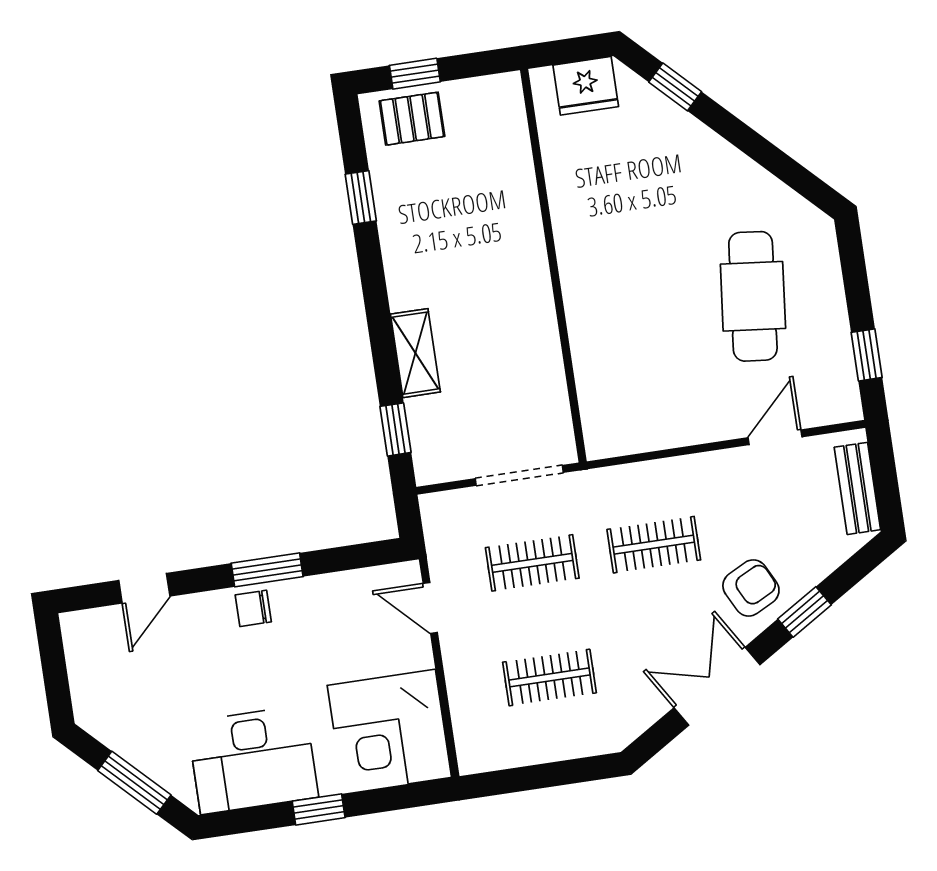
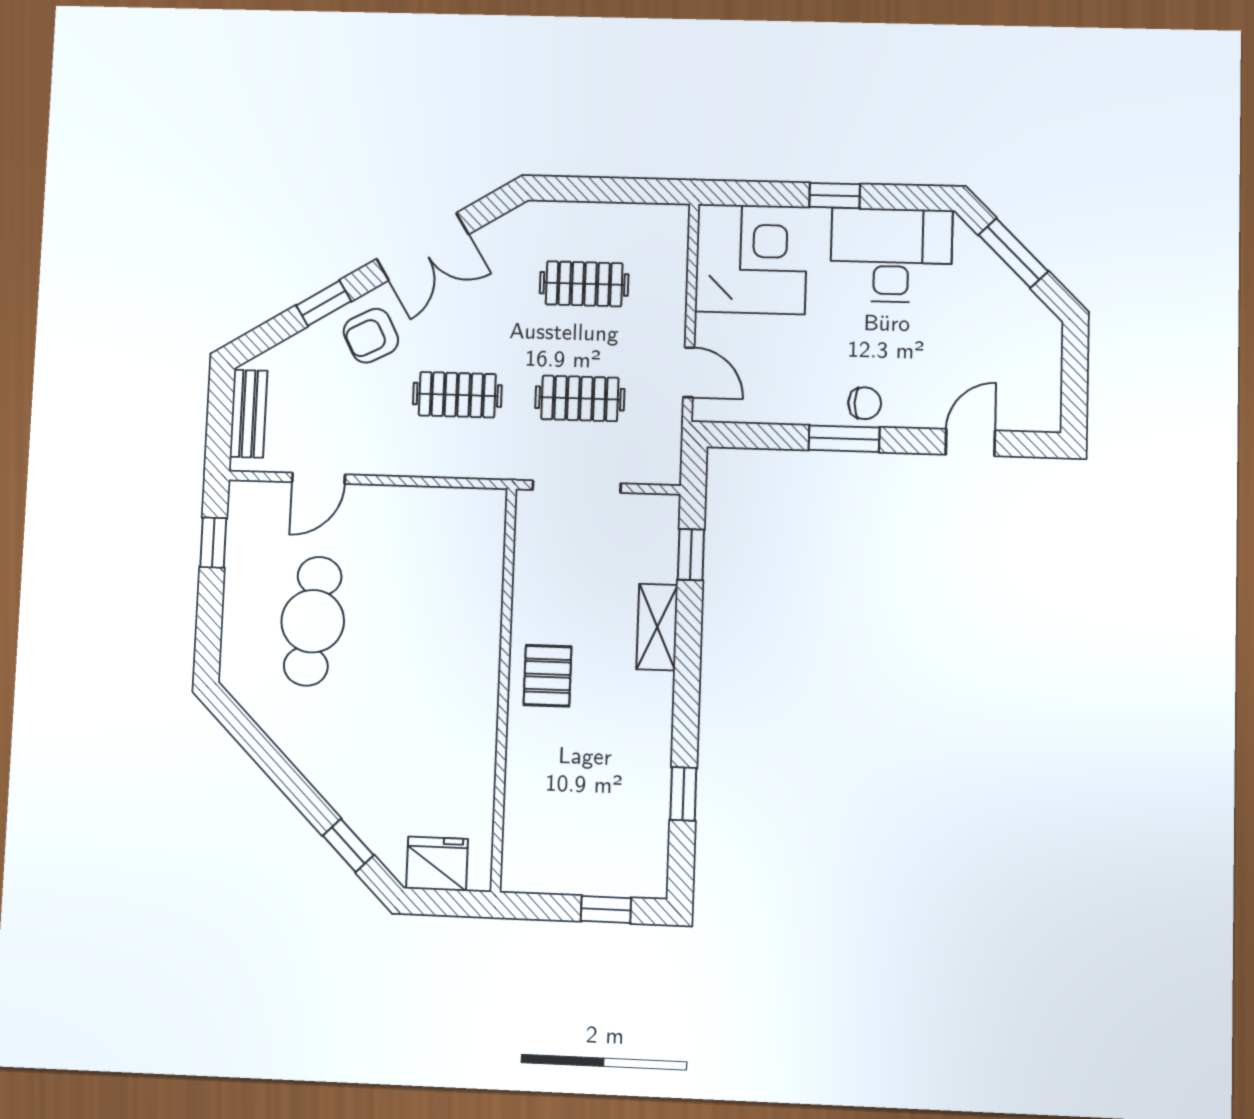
pallet: (412, 119) -> (547, 676), moved, turned 90

